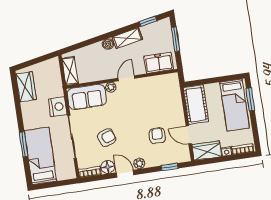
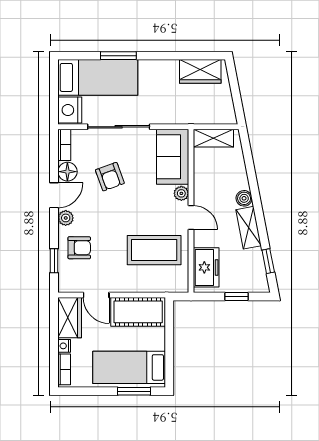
window: (175, 39) -> (236, 297), width x0.67
coffee table: (152, 100) -> (154, 250), added
nightstand: (58, 107) -> (70, 110), moved, turned 90
door: (189, 135) -> (96, 295), swing flipped
armchair: (157, 136) -> (79, 248), moved

